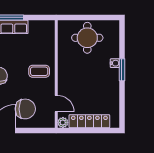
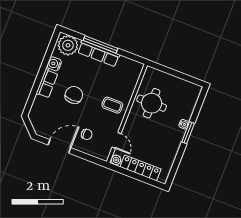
round table: (87, 38) -> (152, 103), moved
chair: (25, 109) -> (87, 134), width x0.54, depth x0.54

